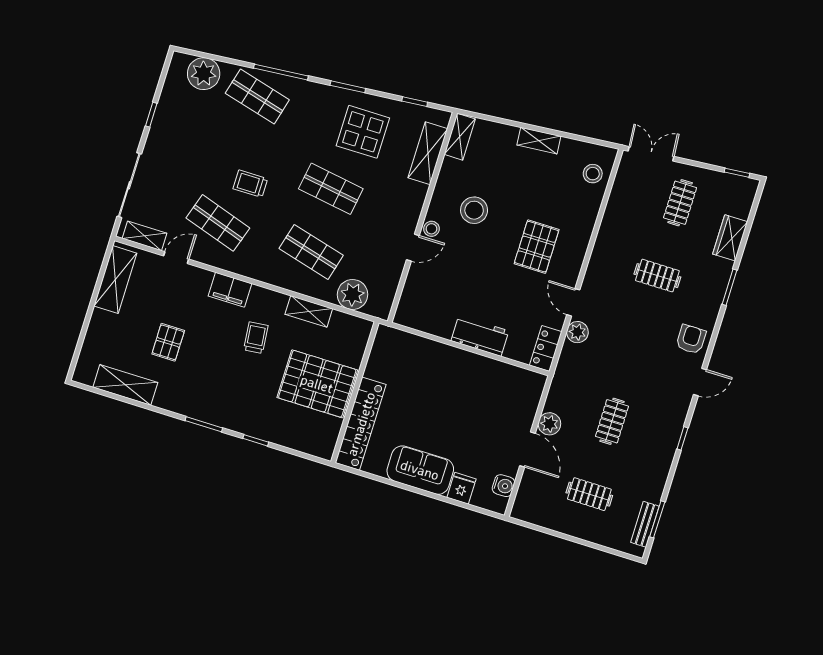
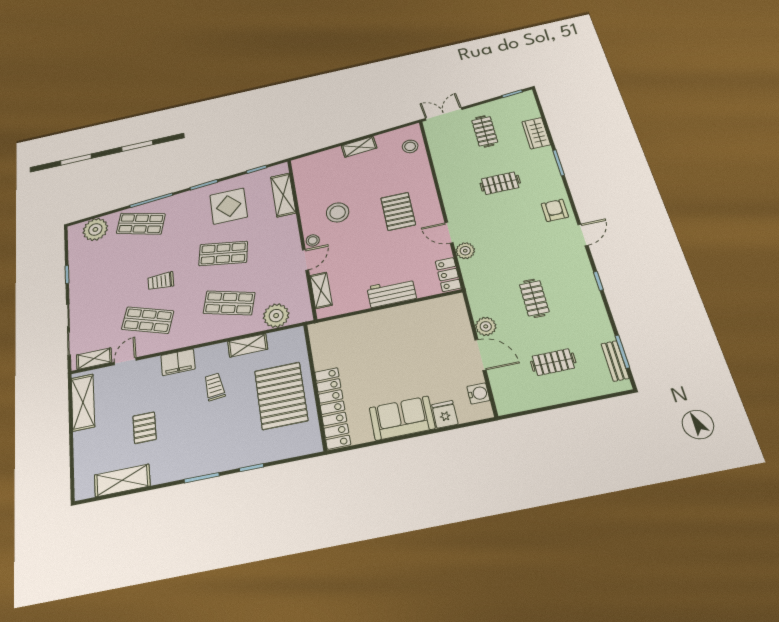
shelving: (460, 137) -> (321, 290), moved
pallet: (317, 384) -> (281, 396), turned 90

